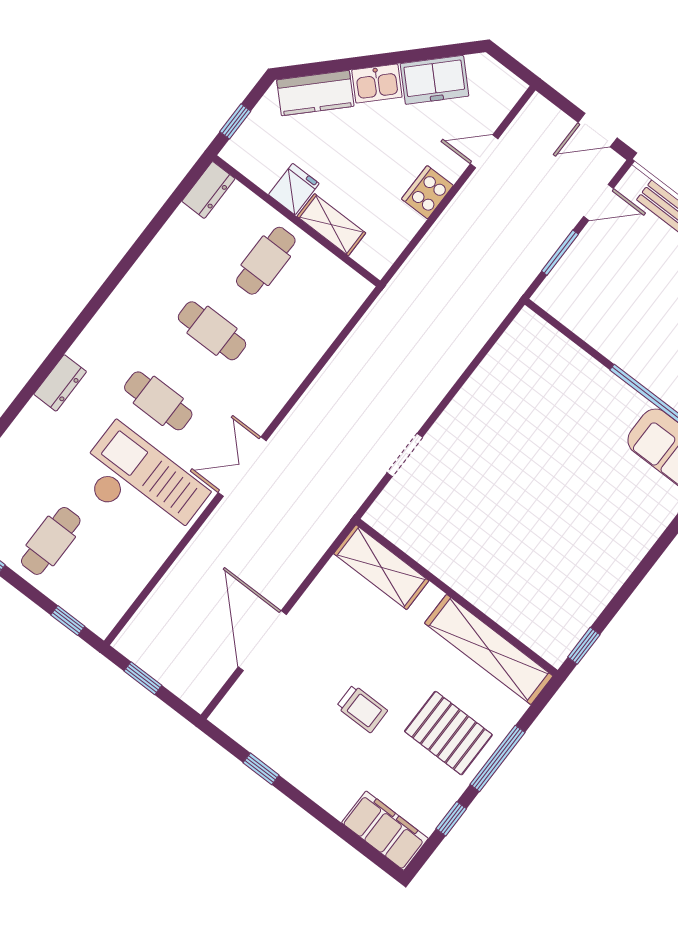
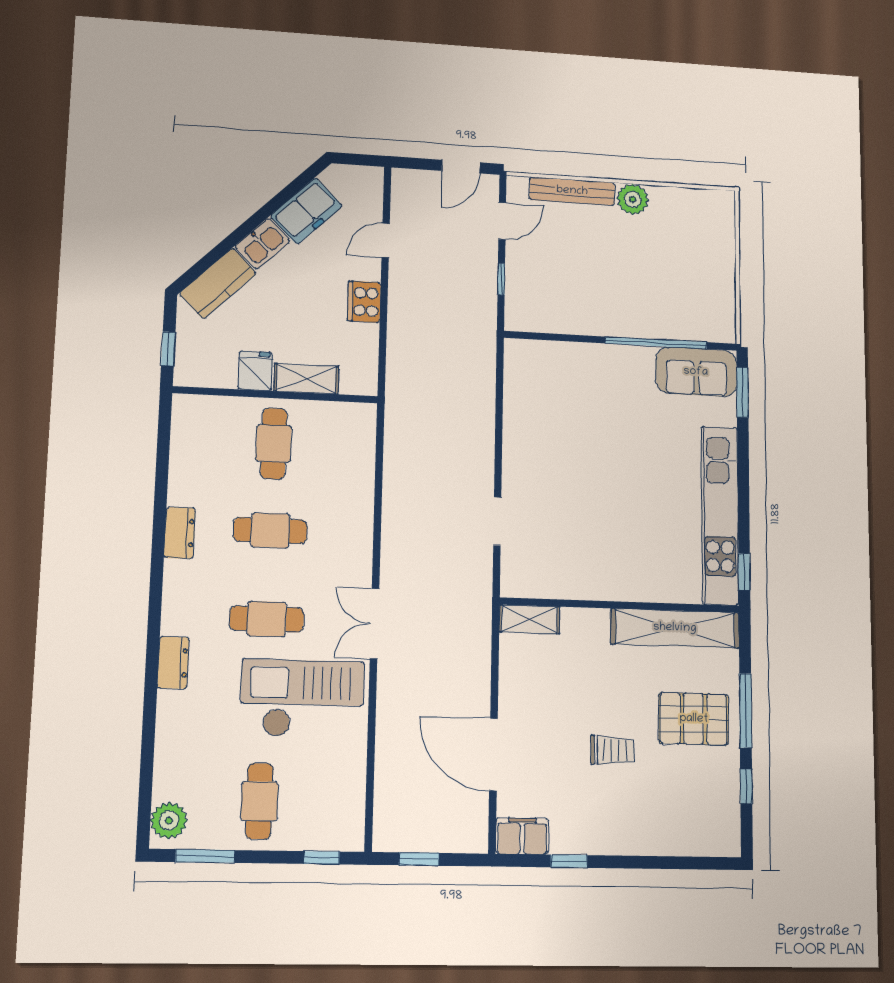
dresser: (208, 190) -> (180, 533), moved
window: (560, 253) -> (501, 279), width x0.67
shelving: (381, 567) -> (529, 619), width x0.67, depth x0.75
kitchen unit: (599, 584) -> (720, 515), added
filing cabinet: (385, 831) -> (522, 836), moved, width x0.67, depth x0.86

